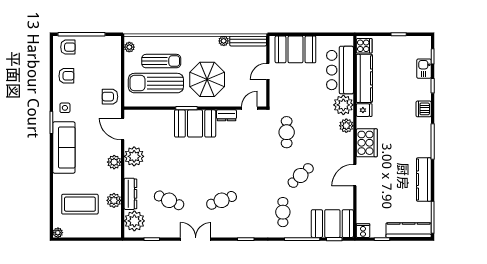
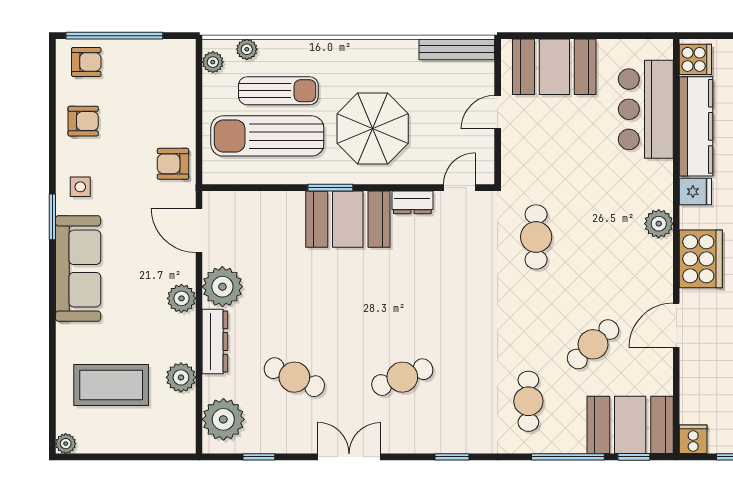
plant: (224, 41) -> (247, 49), moved
plant: (343, 105) -> (653, 181), removed
cafe table: (301, 175) -> (593, 344), moved
dresser: (130, 194) -> (215, 341), moved

